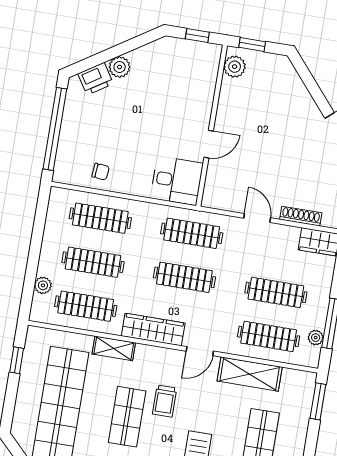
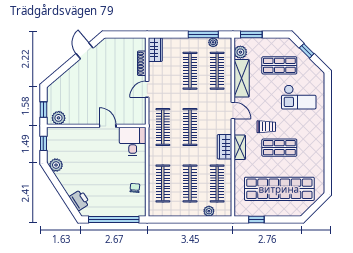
plant: (120, 67) -> (56, 165), moved
wardrobe: (153, 330) -> (224, 147), width x0.67
shelving: (114, 348) -> (240, 147), moved
plant: (292, 379) -> (240, 52), added

